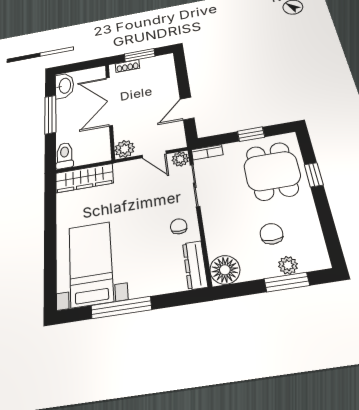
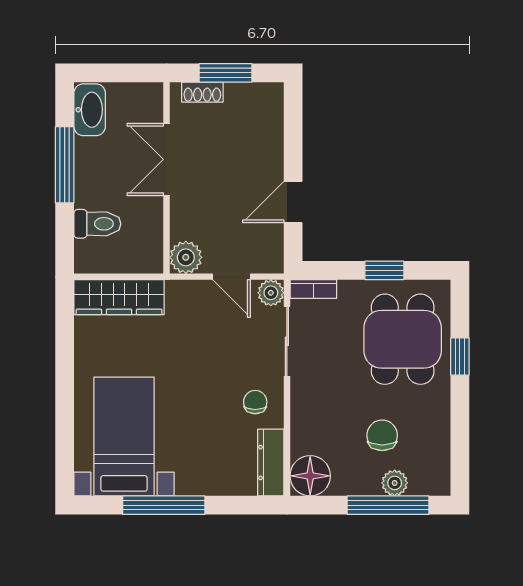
double door: (109, 101) -> (166, 159), width x0.73
toilet: (65, 155) -> (97, 224), moved, turned 90
window: (287, 282) -> (388, 505), width x1.44

